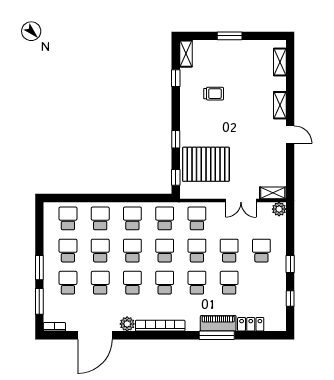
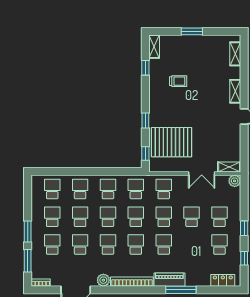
school desk: (229, 283) -> (219, 245), moved
piano: (218, 323) -> (169, 280), moved
locker: (251, 324) -> (223, 280), moved

